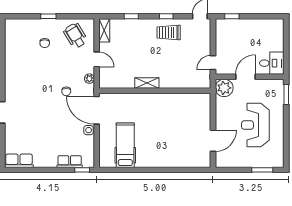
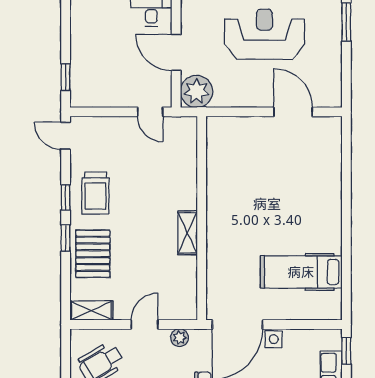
window: (131, 16) -> (66, 238), moved
pallet: (135, 31) -> (93, 254), added
reception desk: (255, 125) -> (264, 34), turned 180

